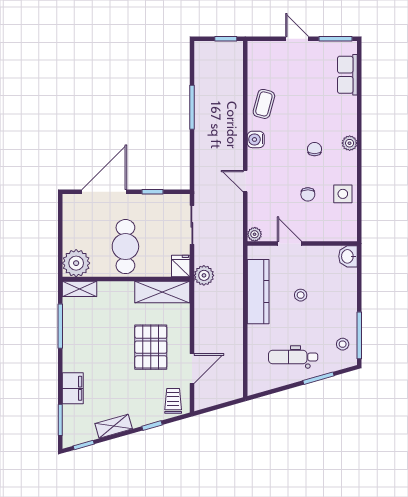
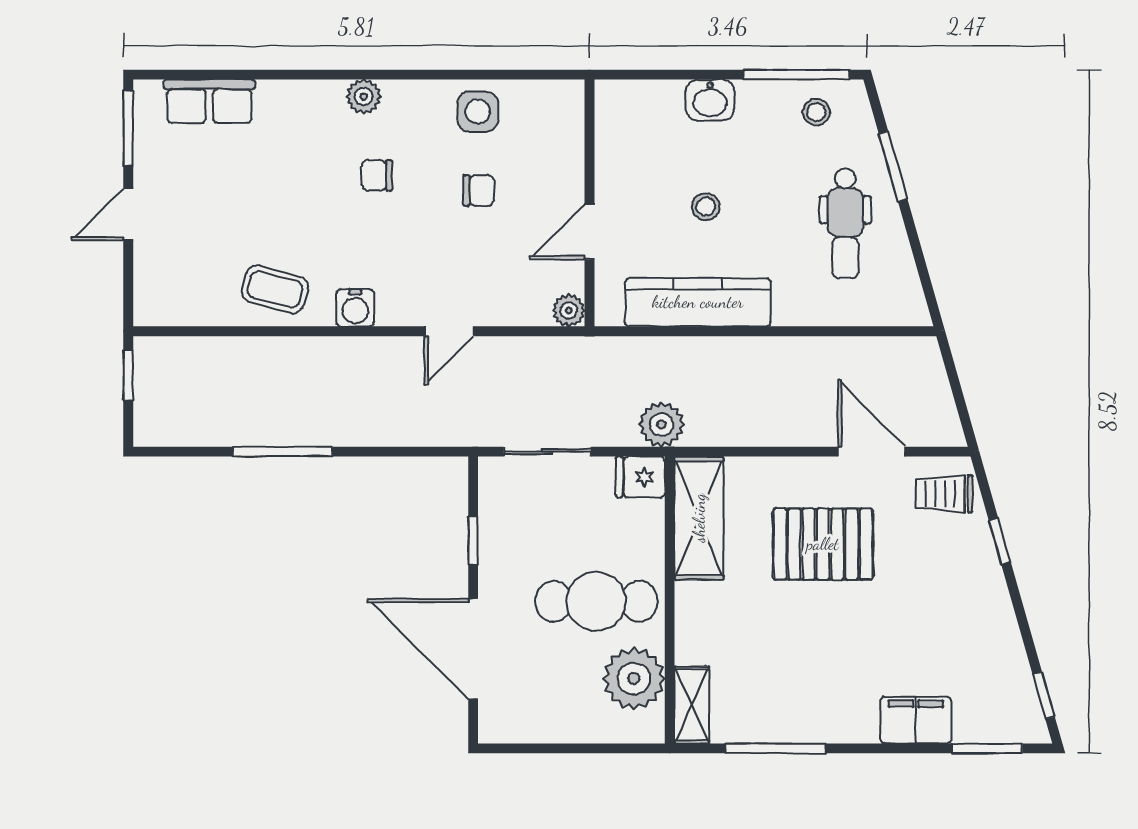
washbasin: (348, 256) -> (710, 100), moved
plant: (76, 263) -> (634, 679), moved
shelving: (114, 426) -> (1001, 628), removed

